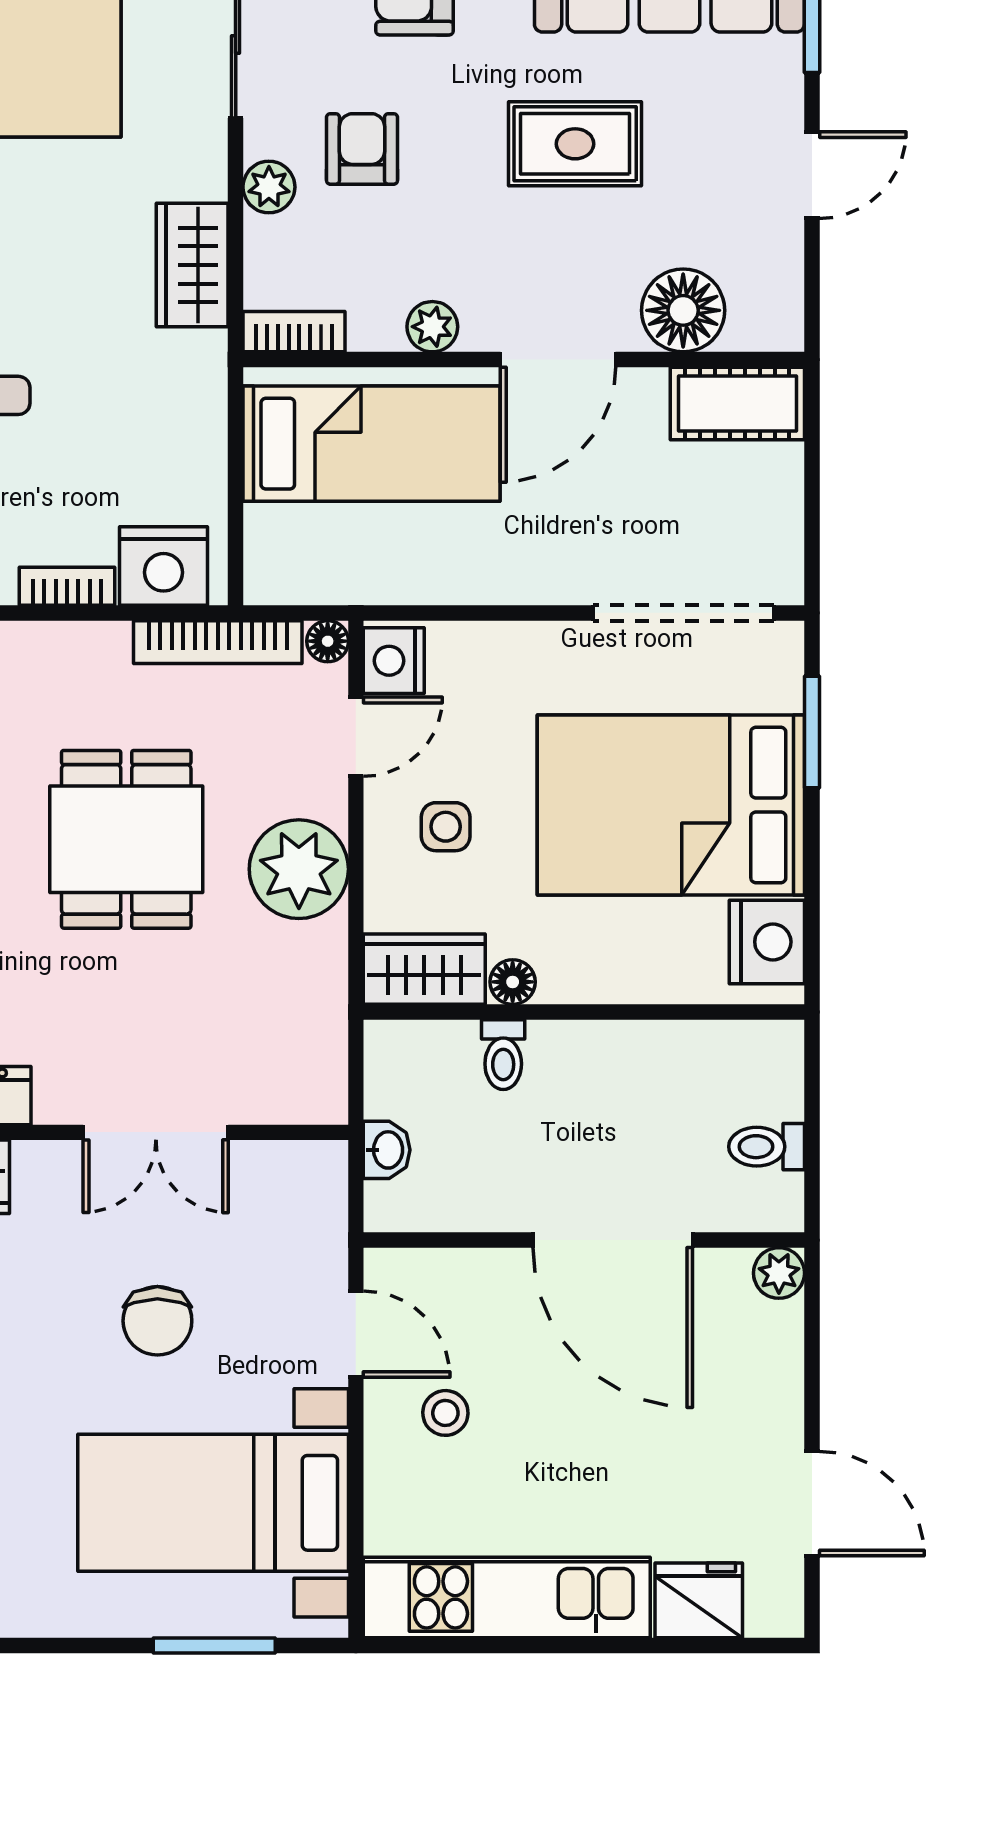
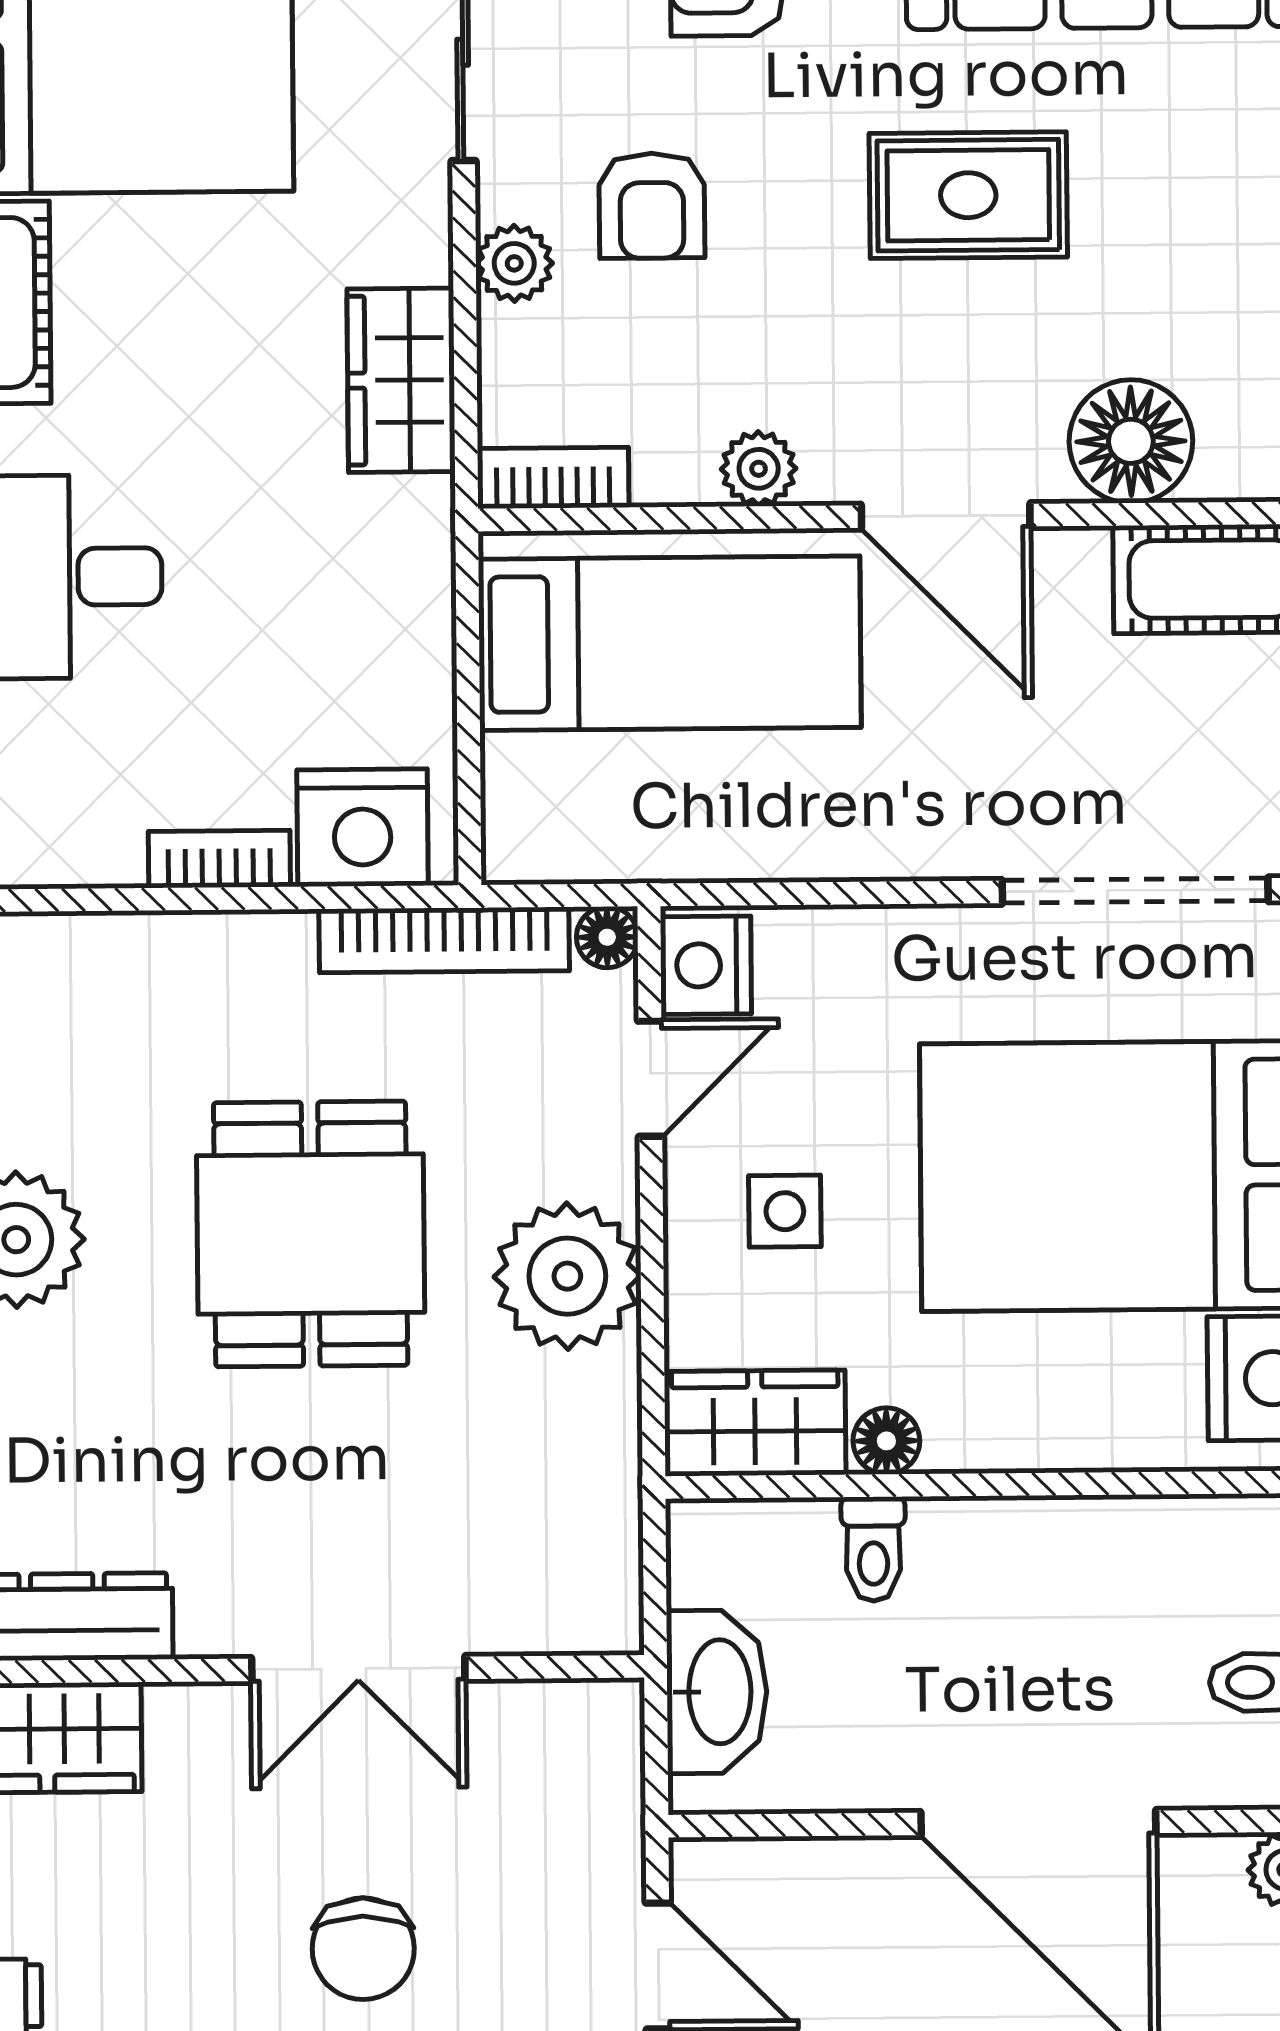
armchair: (362, 149) -> (652, 206), turned 180
door: (558, 360) -> (946, 516), hinge flipped
washbasin: (387, 1150) -> (717, 1692), width x1.91, depth x1.45

